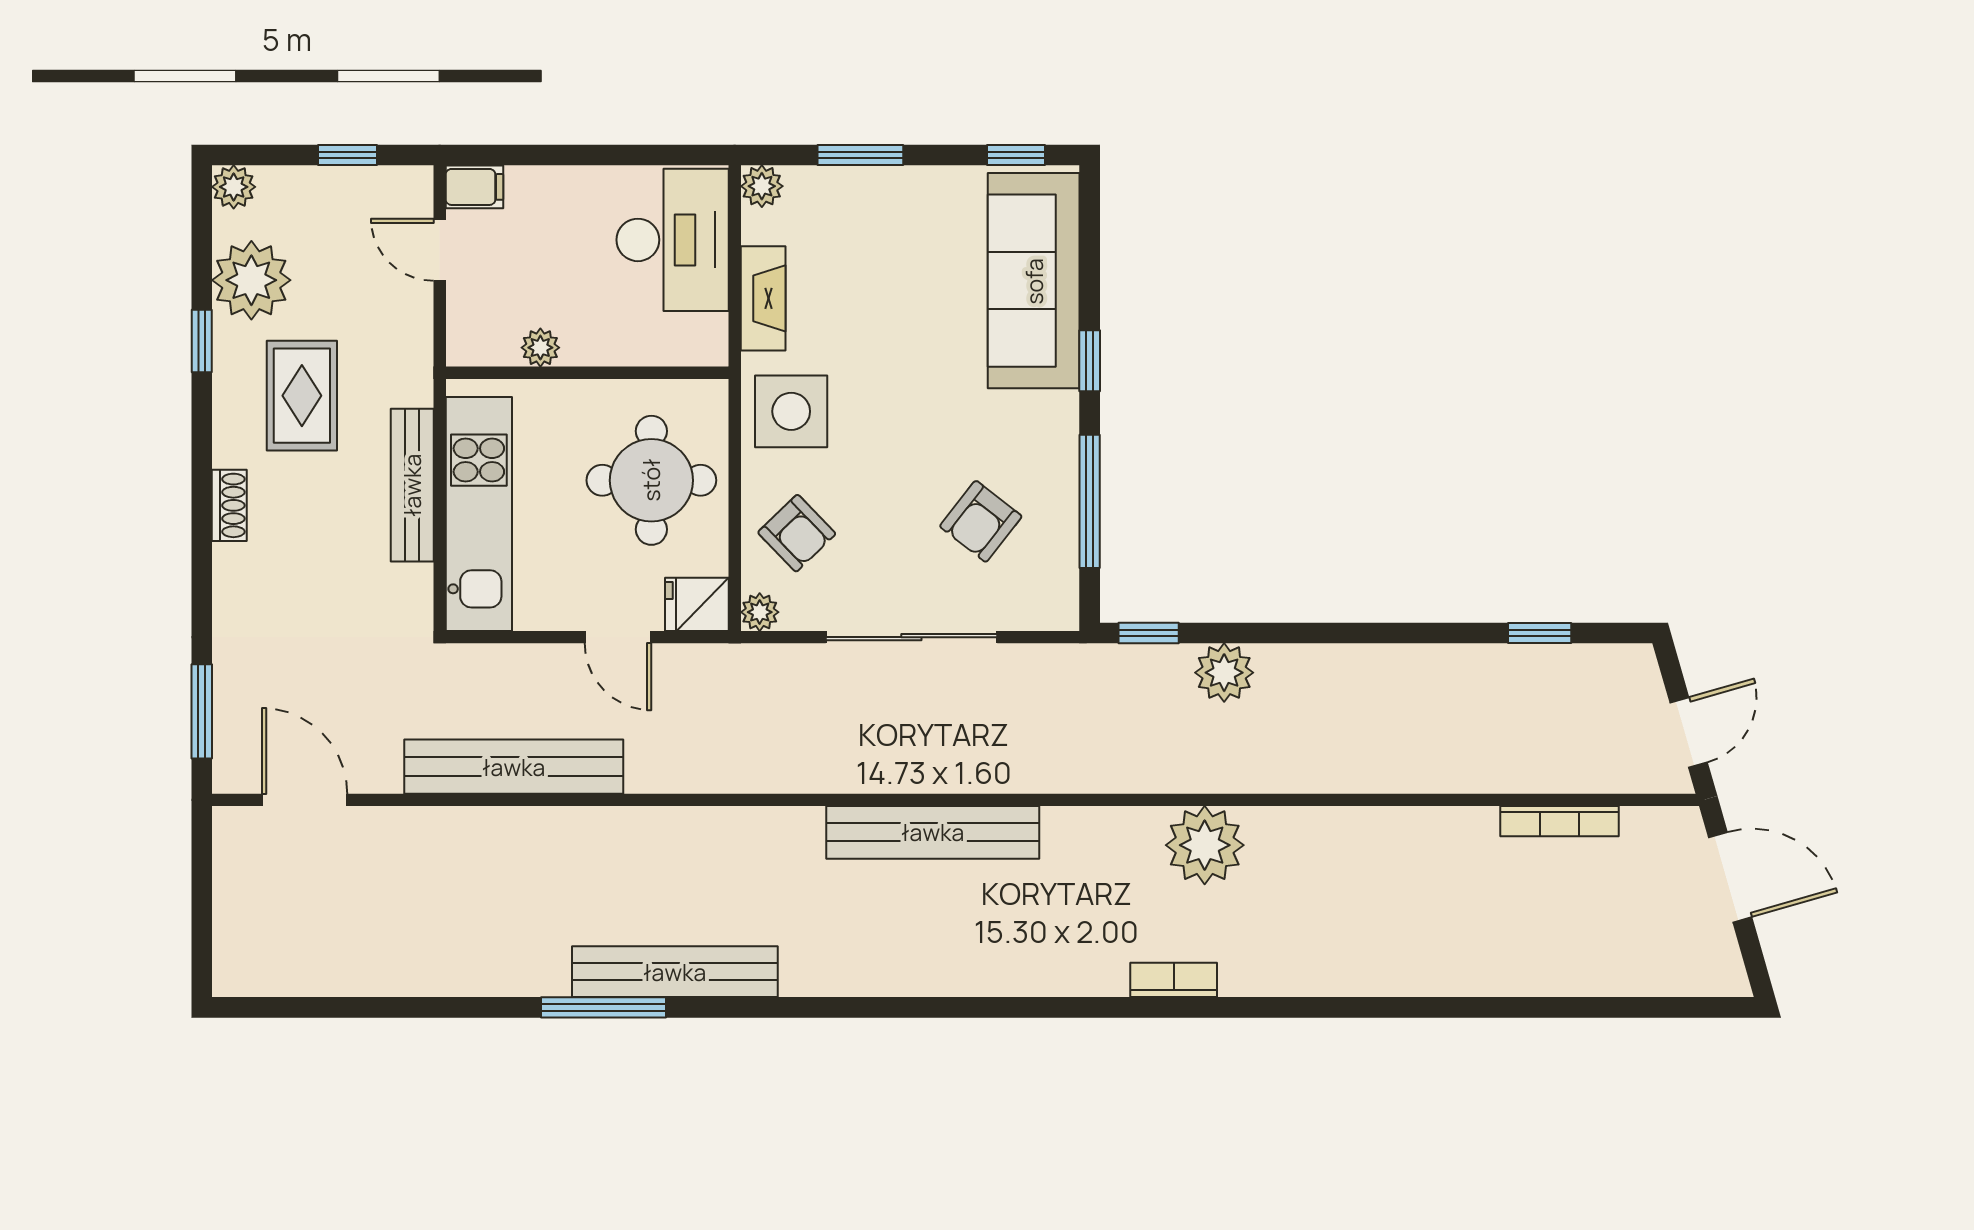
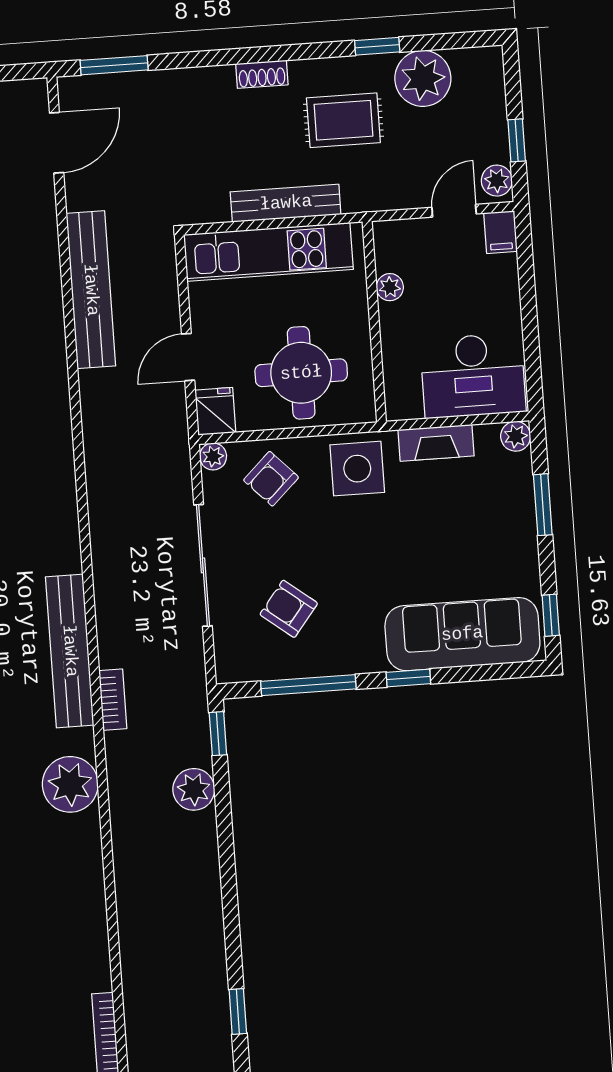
plant: (234, 187) -> (497, 181), moved
bookcase: (1090, 777) -> (113, 700), added
bench: (933, 832) -> (70, 651), moved

